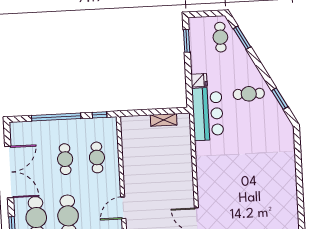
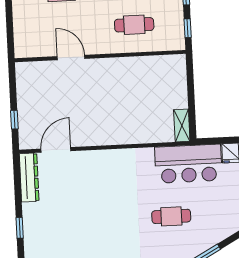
cafe table: (249, 94) -> (171, 216), moved, turned 90
shelving: (164, 120) -> (182, 125), moved

